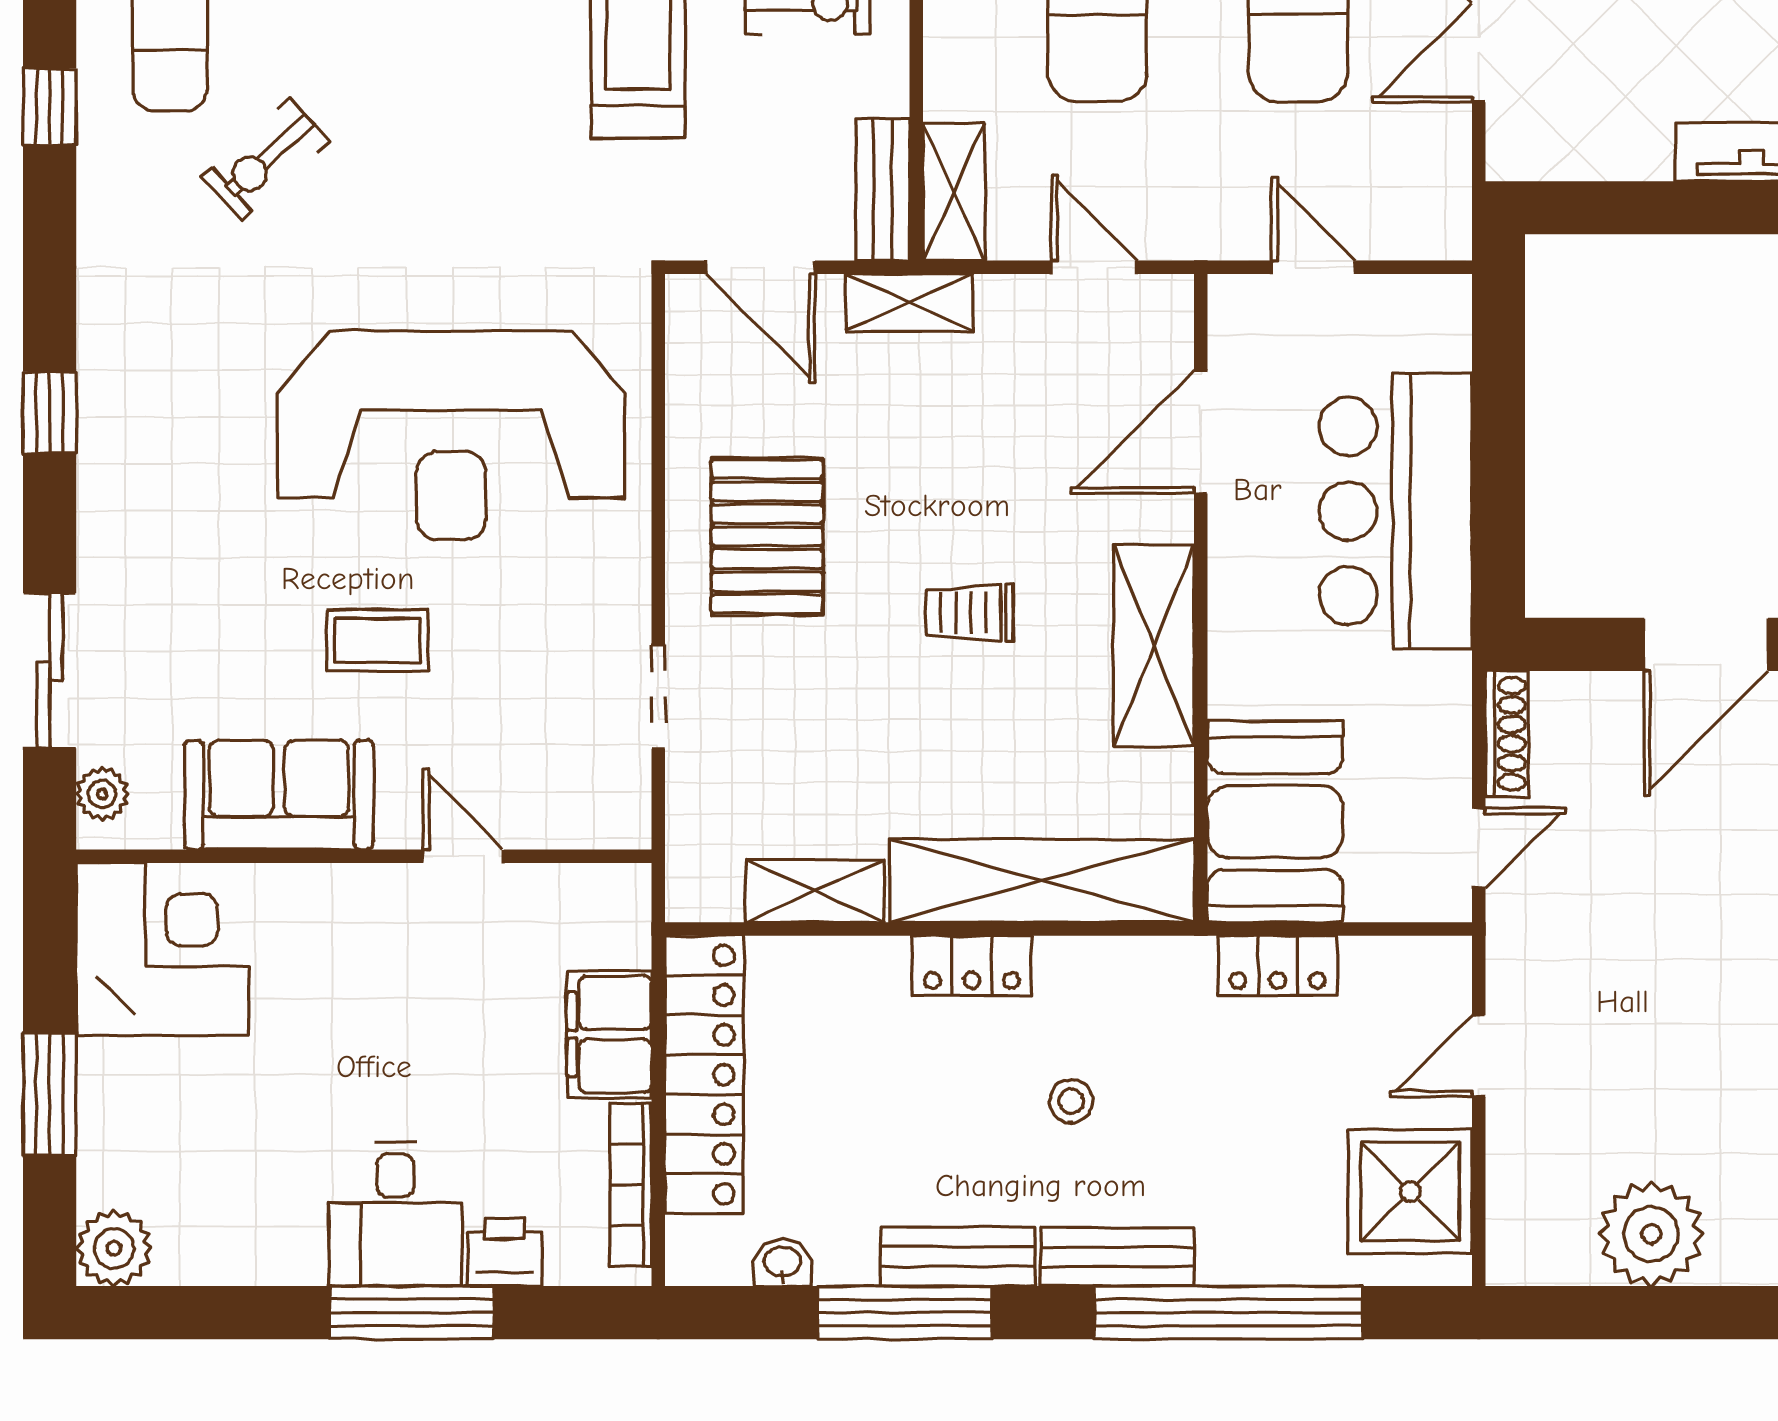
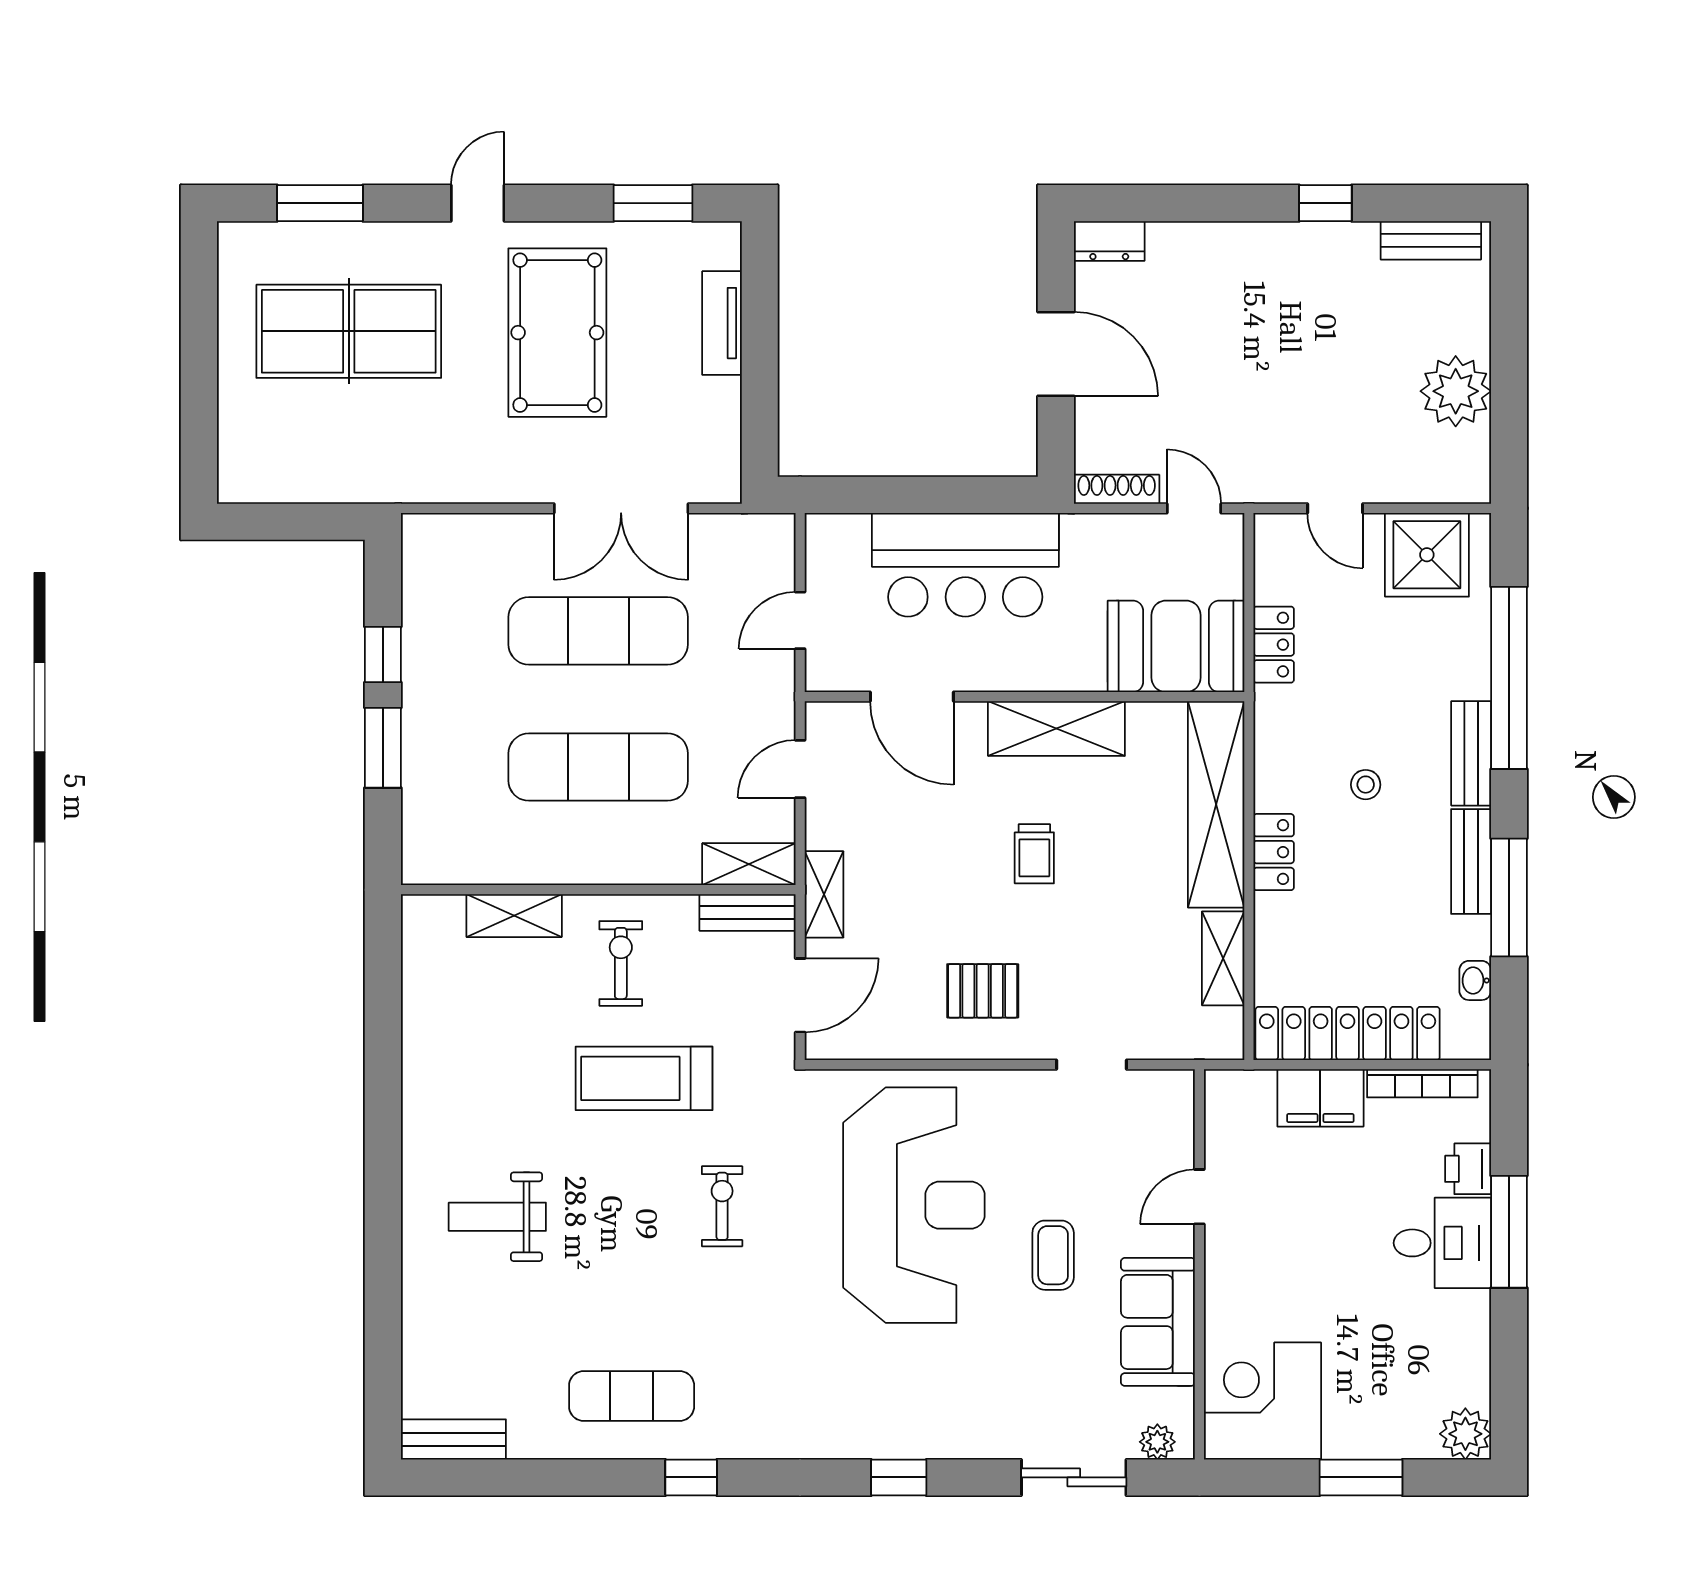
exercise bike: (266, 159) -> (722, 1206), moved, turned -138
pallet: (767, 537) -> (983, 991), width x0.67, depth x0.71

